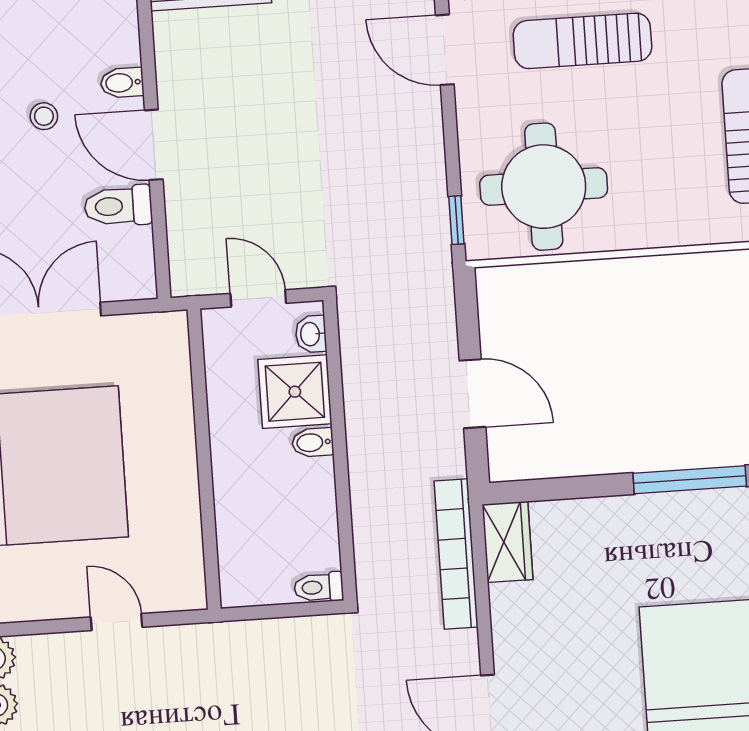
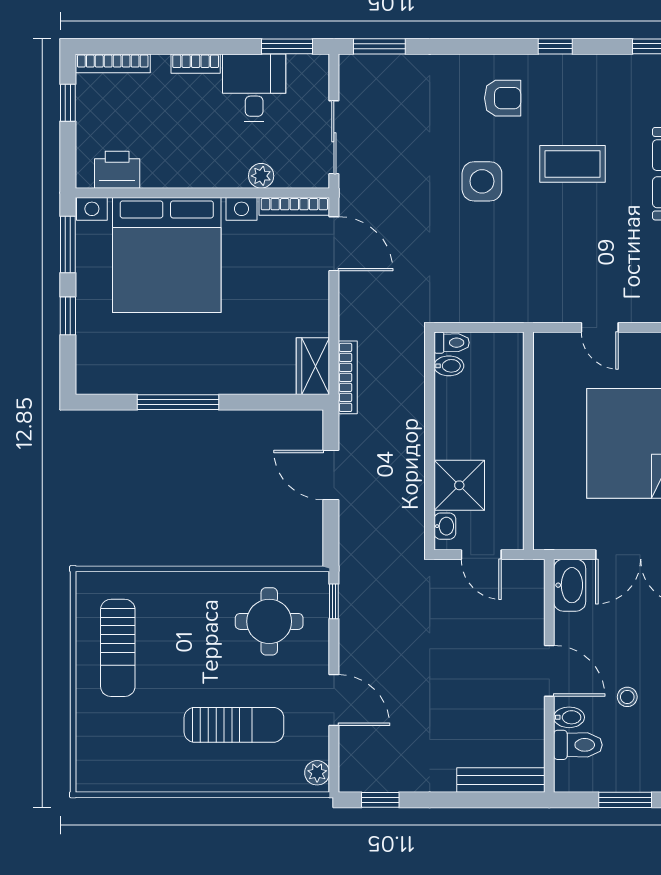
door: (445, 50) -> (334, 700), moved
round table: (544, 187) -> (269, 621), width x0.73, depth x0.73
toilet: (118, 206) -> (578, 745), moved
washbasin: (134, 265) -> (570, 585), added
bidet: (313, 442) -> (449, 366), moved
bookcase: (456, 554) -> (348, 377), width x0.68, depth x0.76

